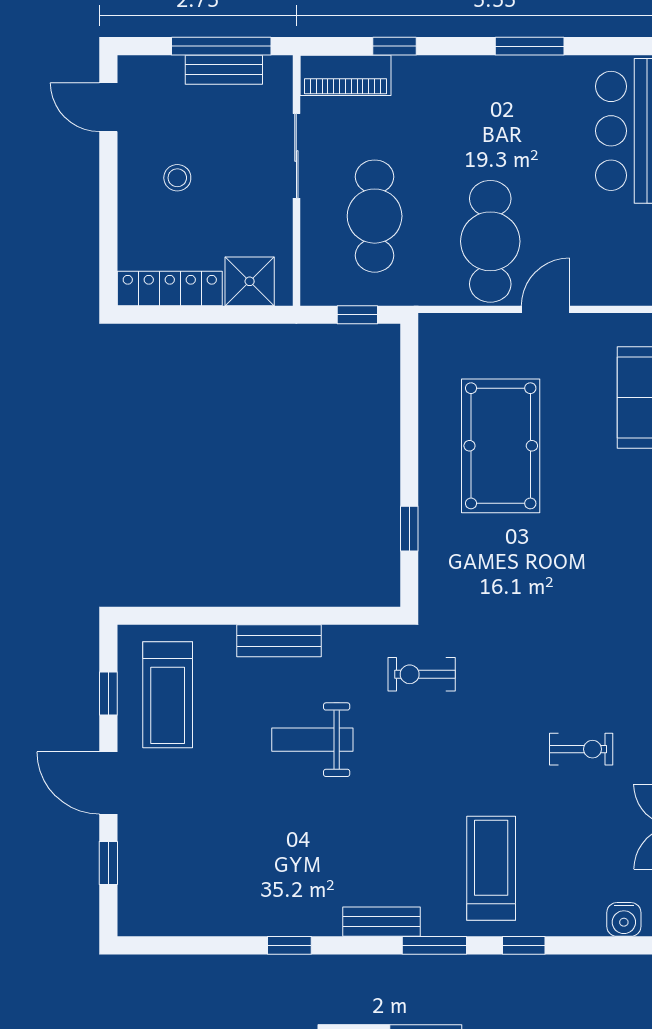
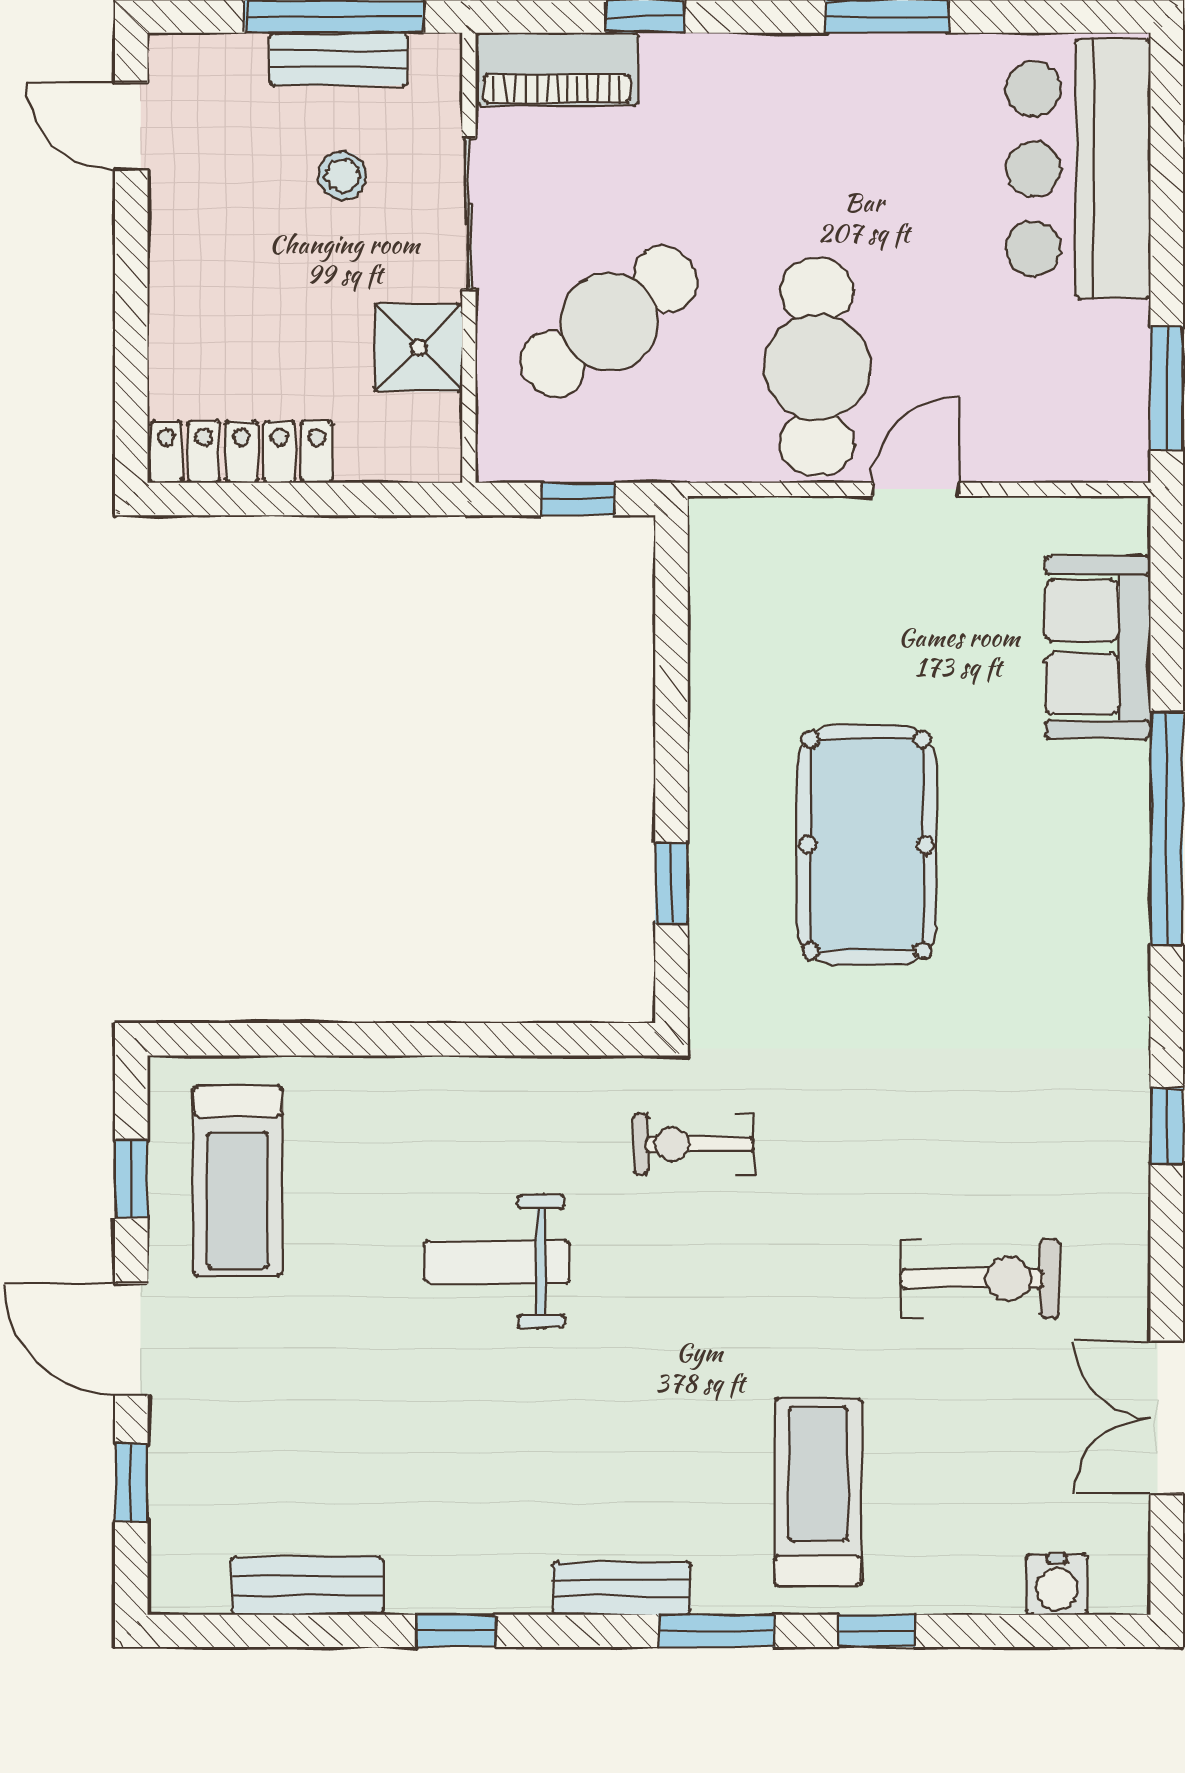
stool: (177, 178) -> (342, 176), moved
cafe table: (375, 216) -> (609, 322), turned 53
shower: (250, 281) -> (418, 347), moved
pool table: (501, 446) -> (867, 845), moved
bench: (279, 641) -> (307, 1586), moved
exercise bike: (581, 749) -> (980, 1279), width x1.38, depth x1.39

